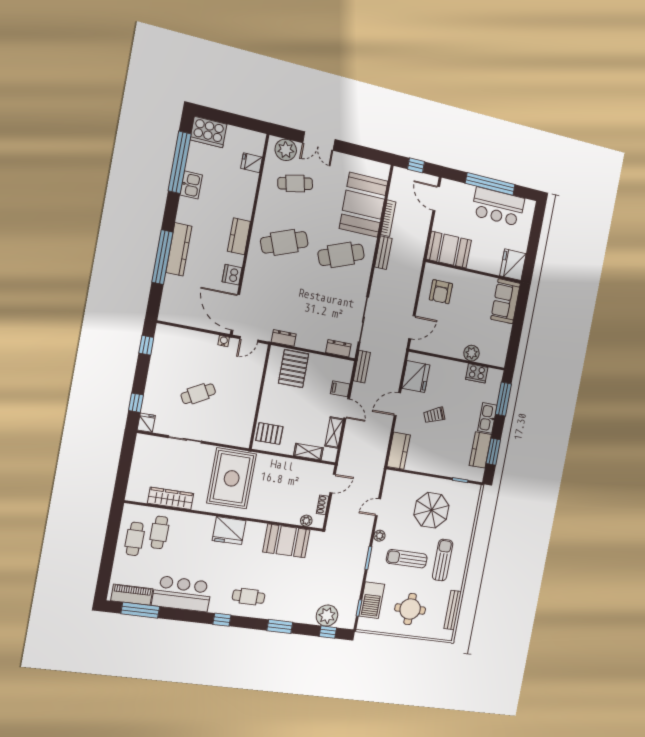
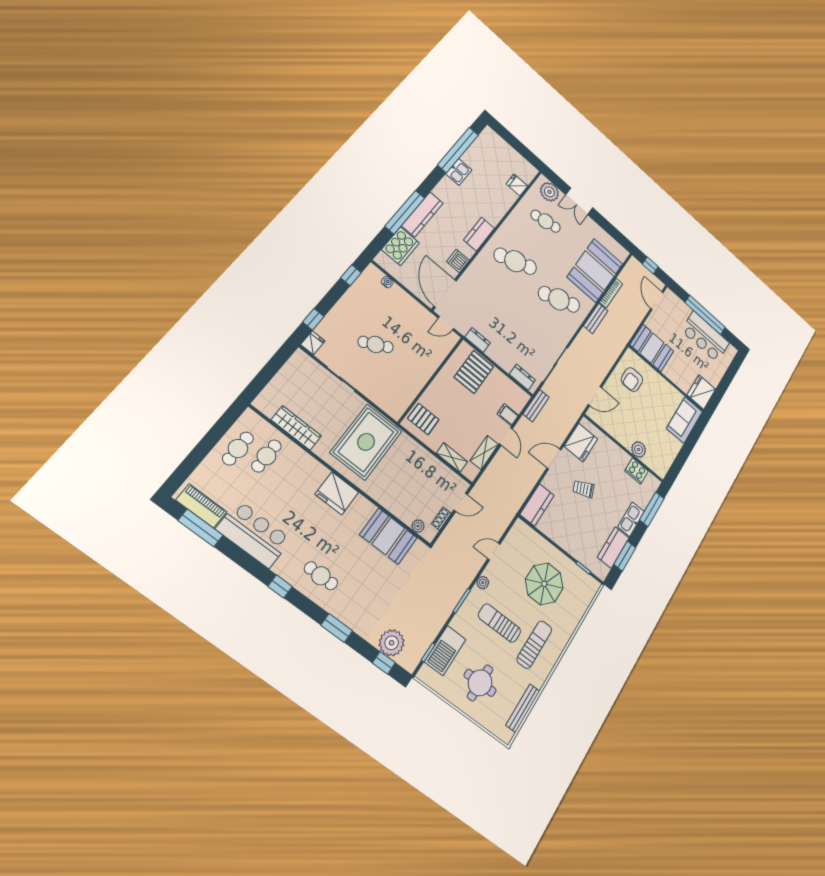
cooker: (208, 132) -> (400, 246), moved, turned -90
water cooler: (224, 341) -> (387, 282), moved

